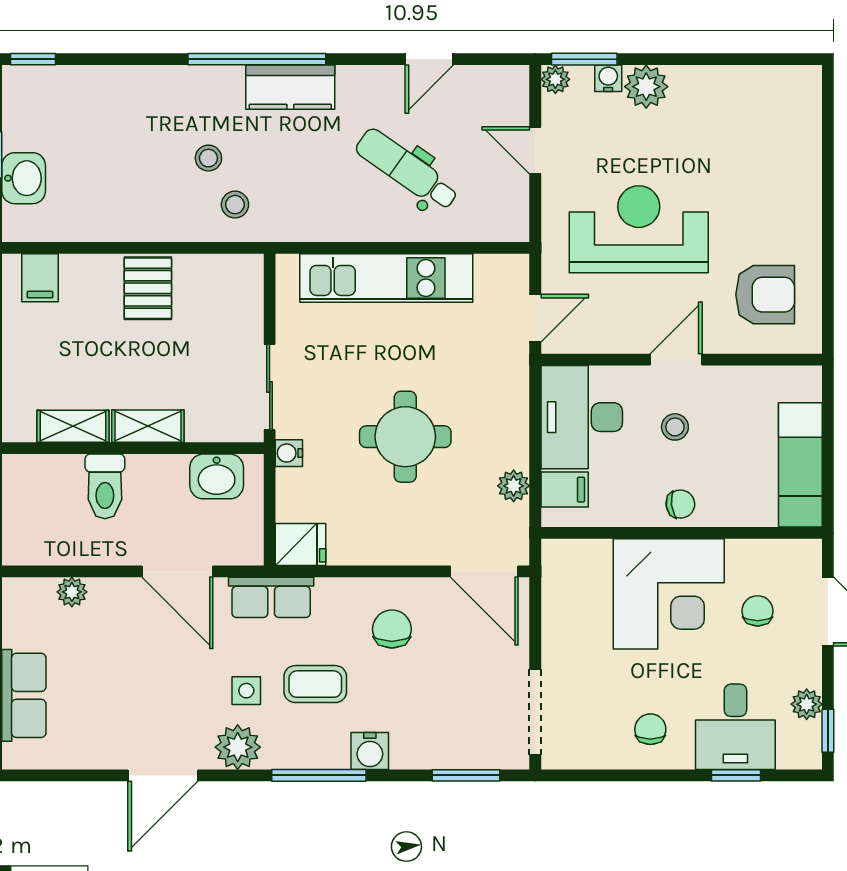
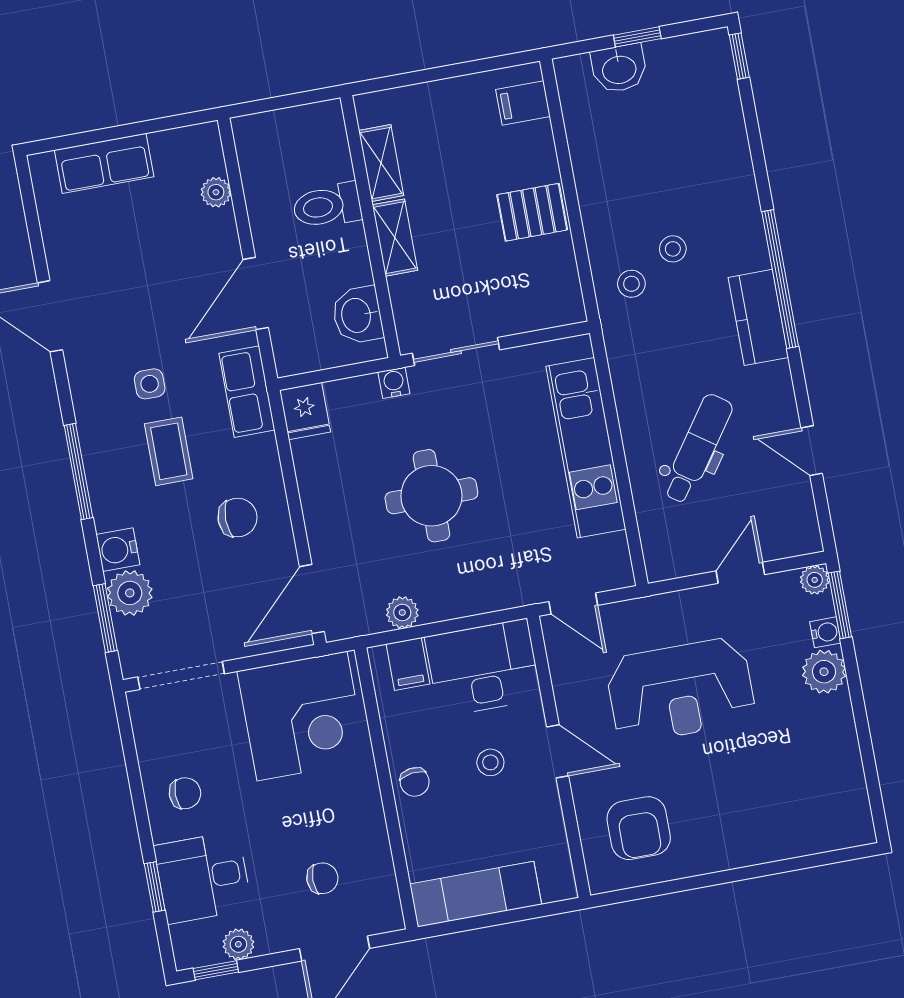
reception desk: (639, 229) -> (681, 690), turned 90
corner desk: (669, 594) -> (302, 716), moved, turned -90
plant: (238, 747) -> (130, 593), moved
water cooler: (370, 751) -> (118, 550), moved

